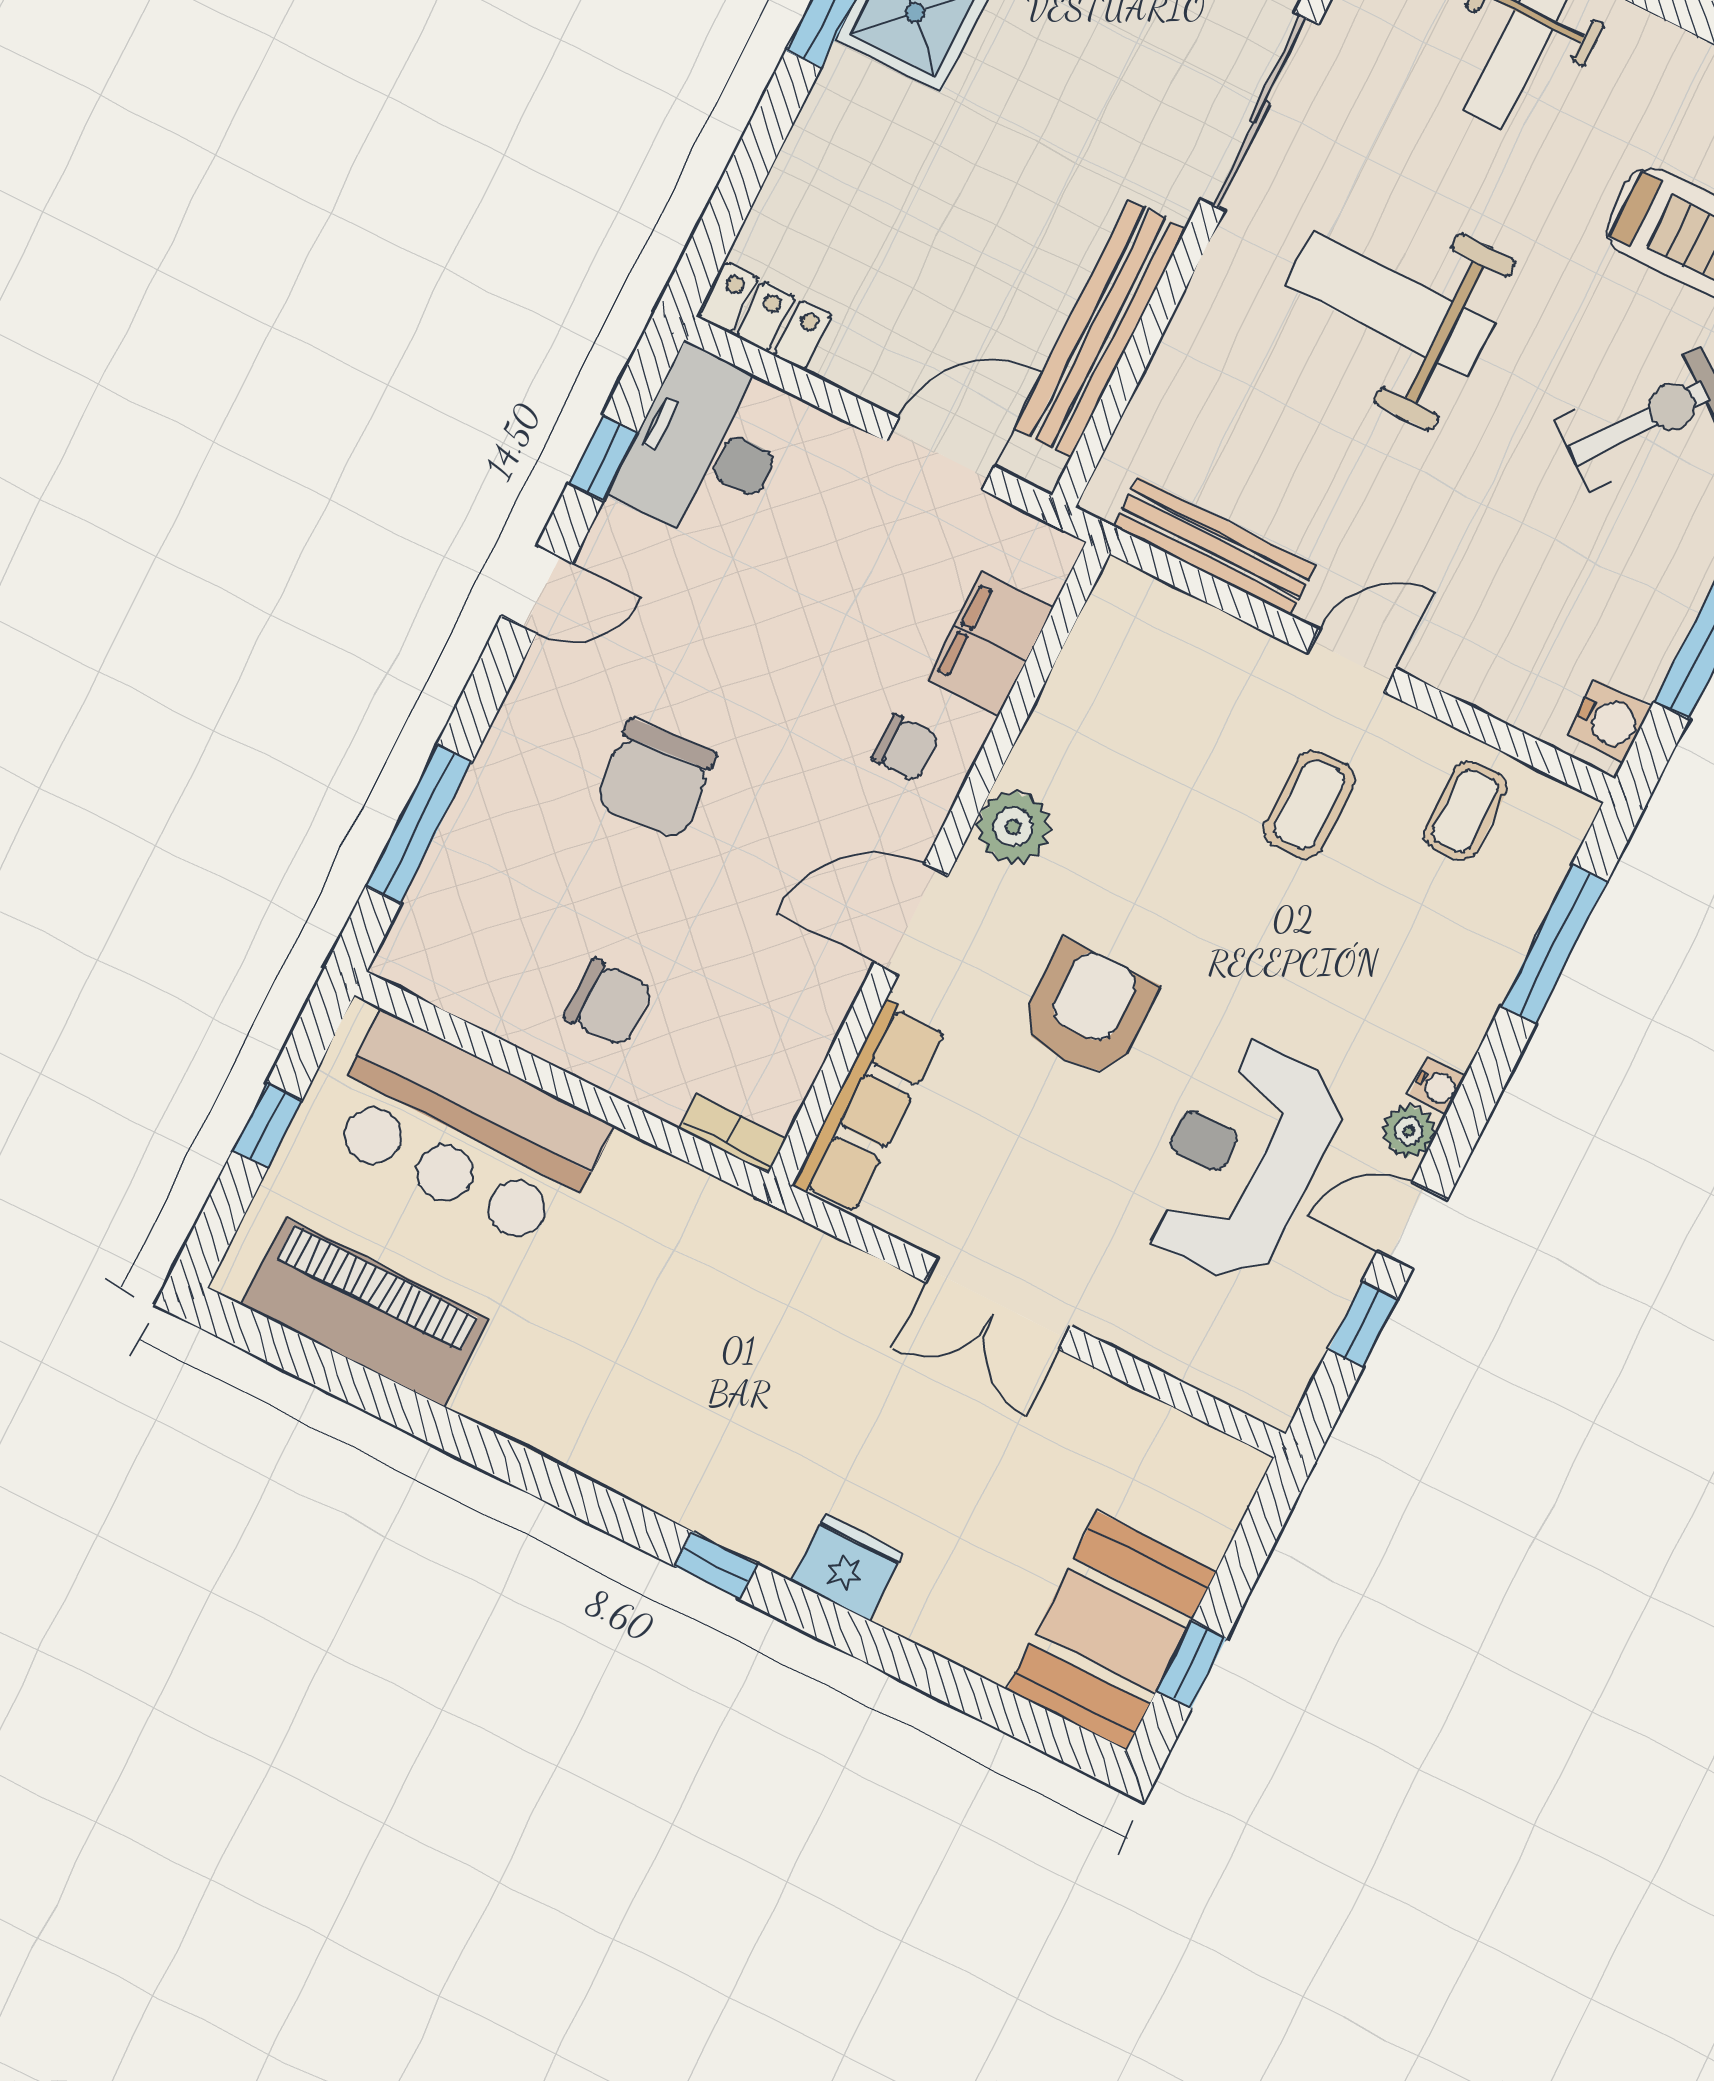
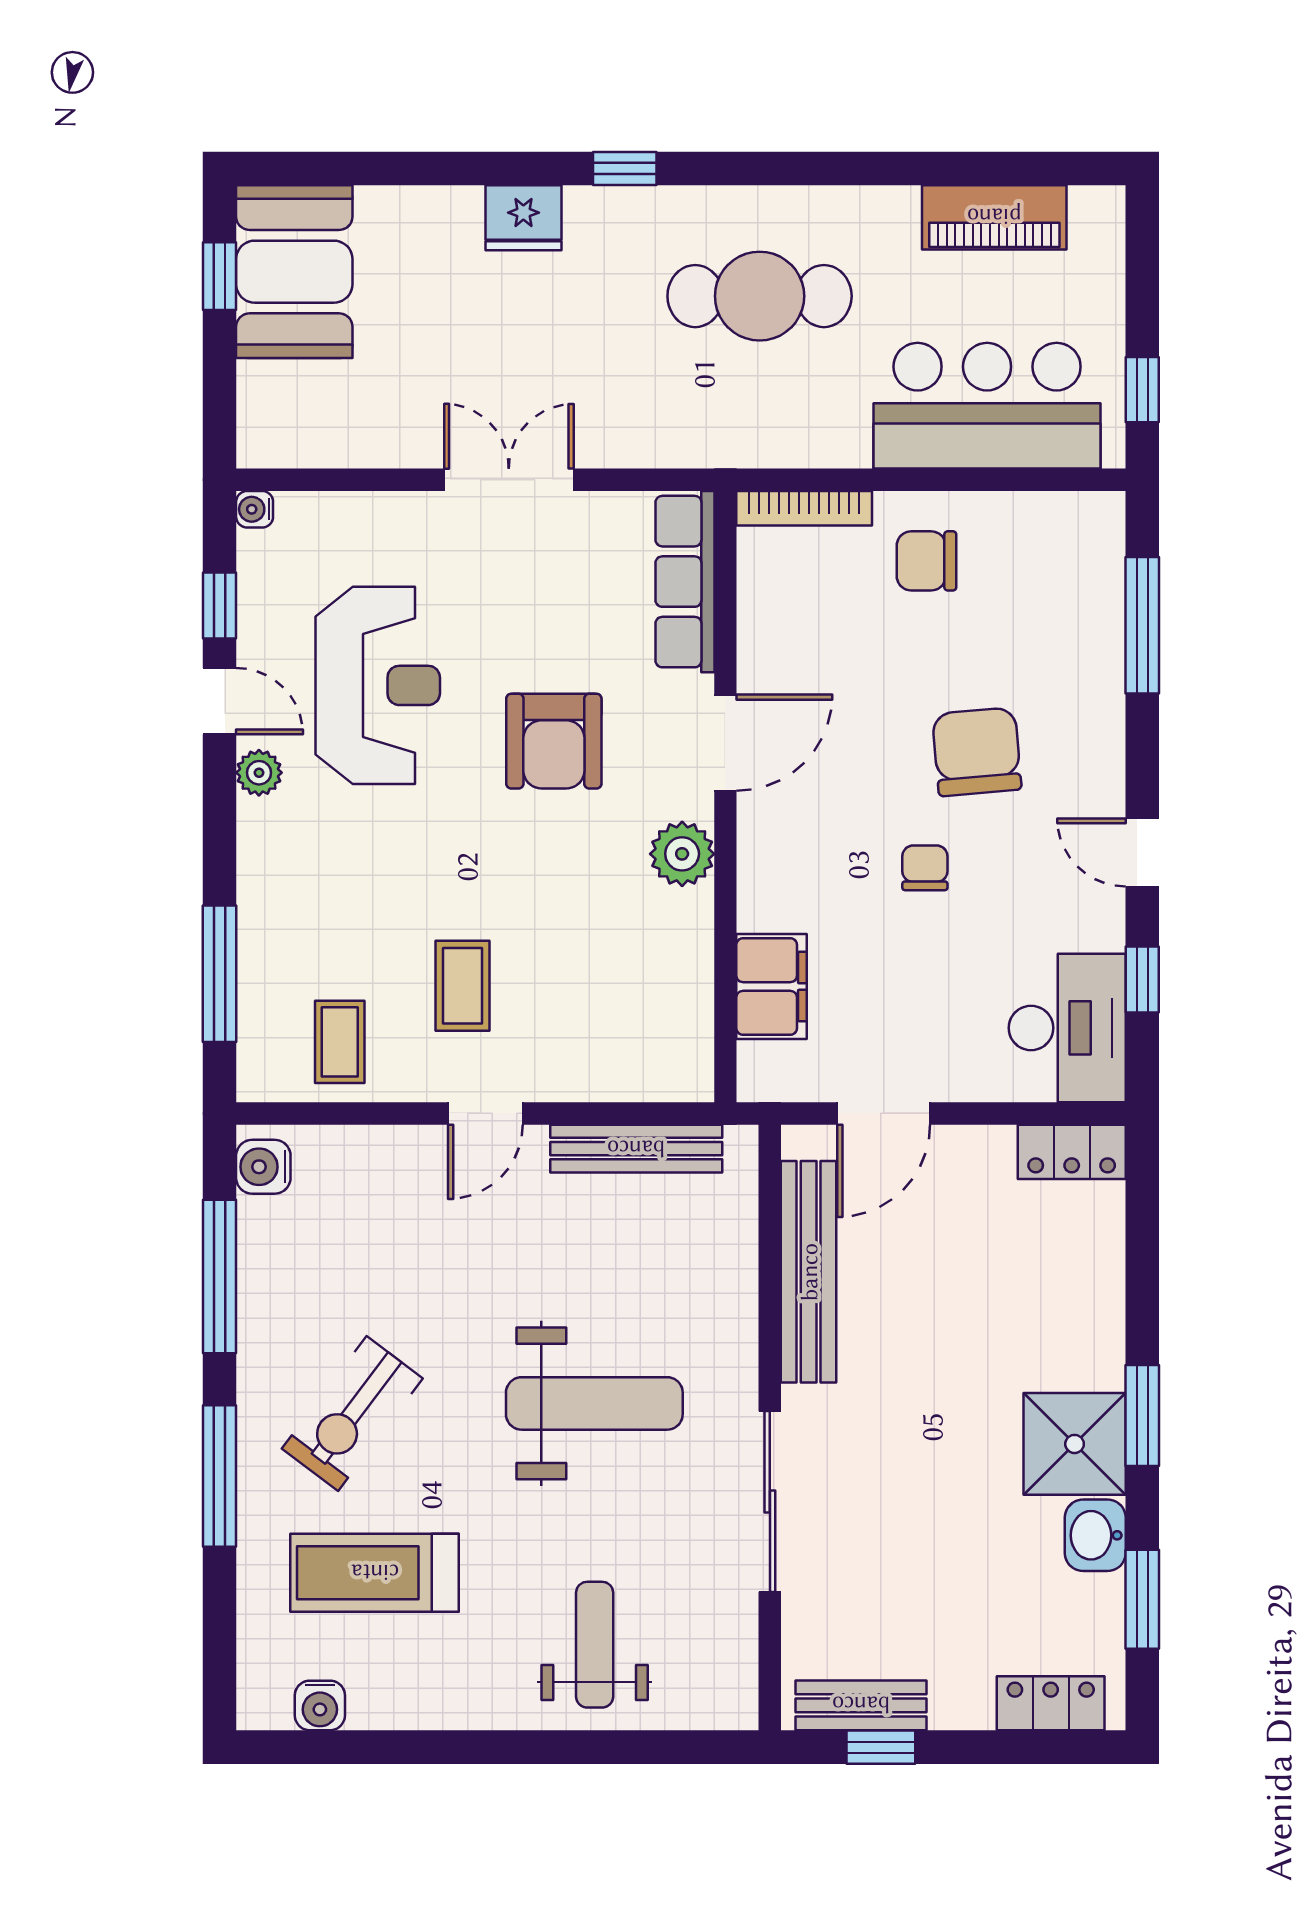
door: (537, 589) -> (1142, 852), hinge flipped
chair: (906, 748) -> (925, 868), moved, turned 90
water cooler: (1437, 1086) -> (255, 509), moved
window: (267, 1126) -> (1142, 390), moved
bookcase: (733, 1134) -> (804, 508), width x1.56
door: (1412, 1225) -> (220, 701), hinge flipped
piano: (365, 1312) -> (994, 217), width x0.73, depth x0.75
cafe table: (643, 1364) -> (760, 296), added

